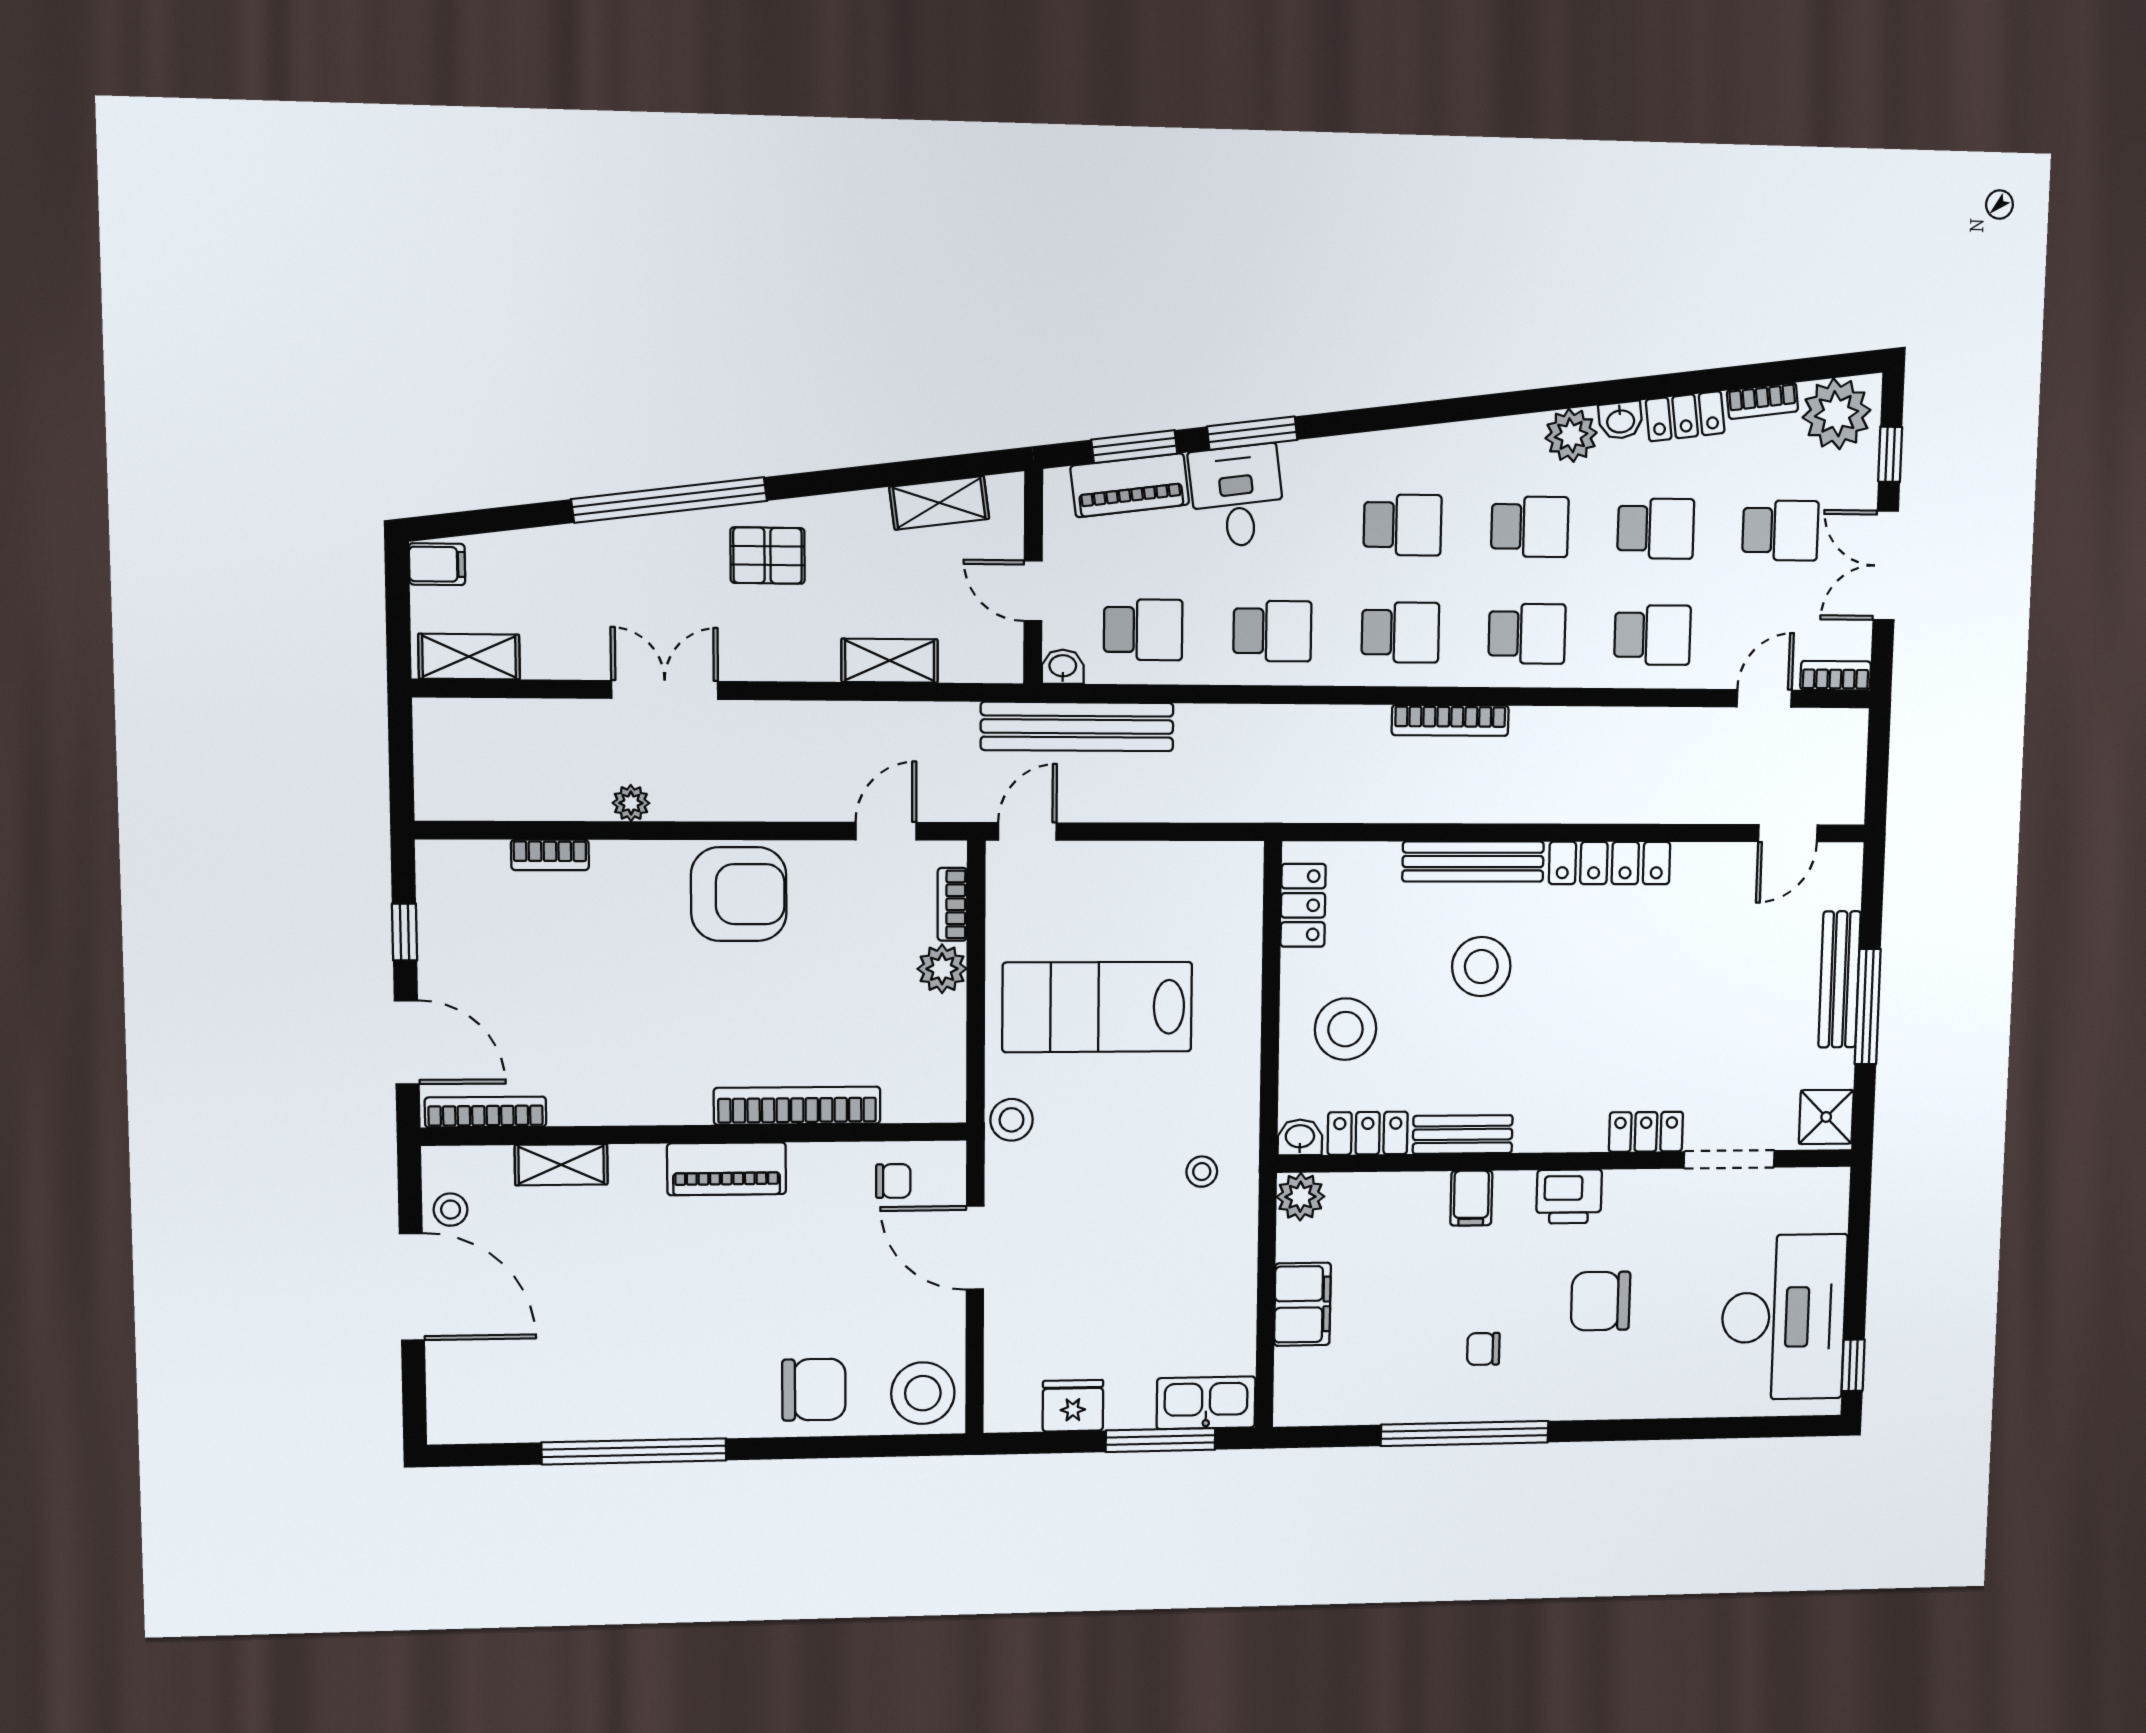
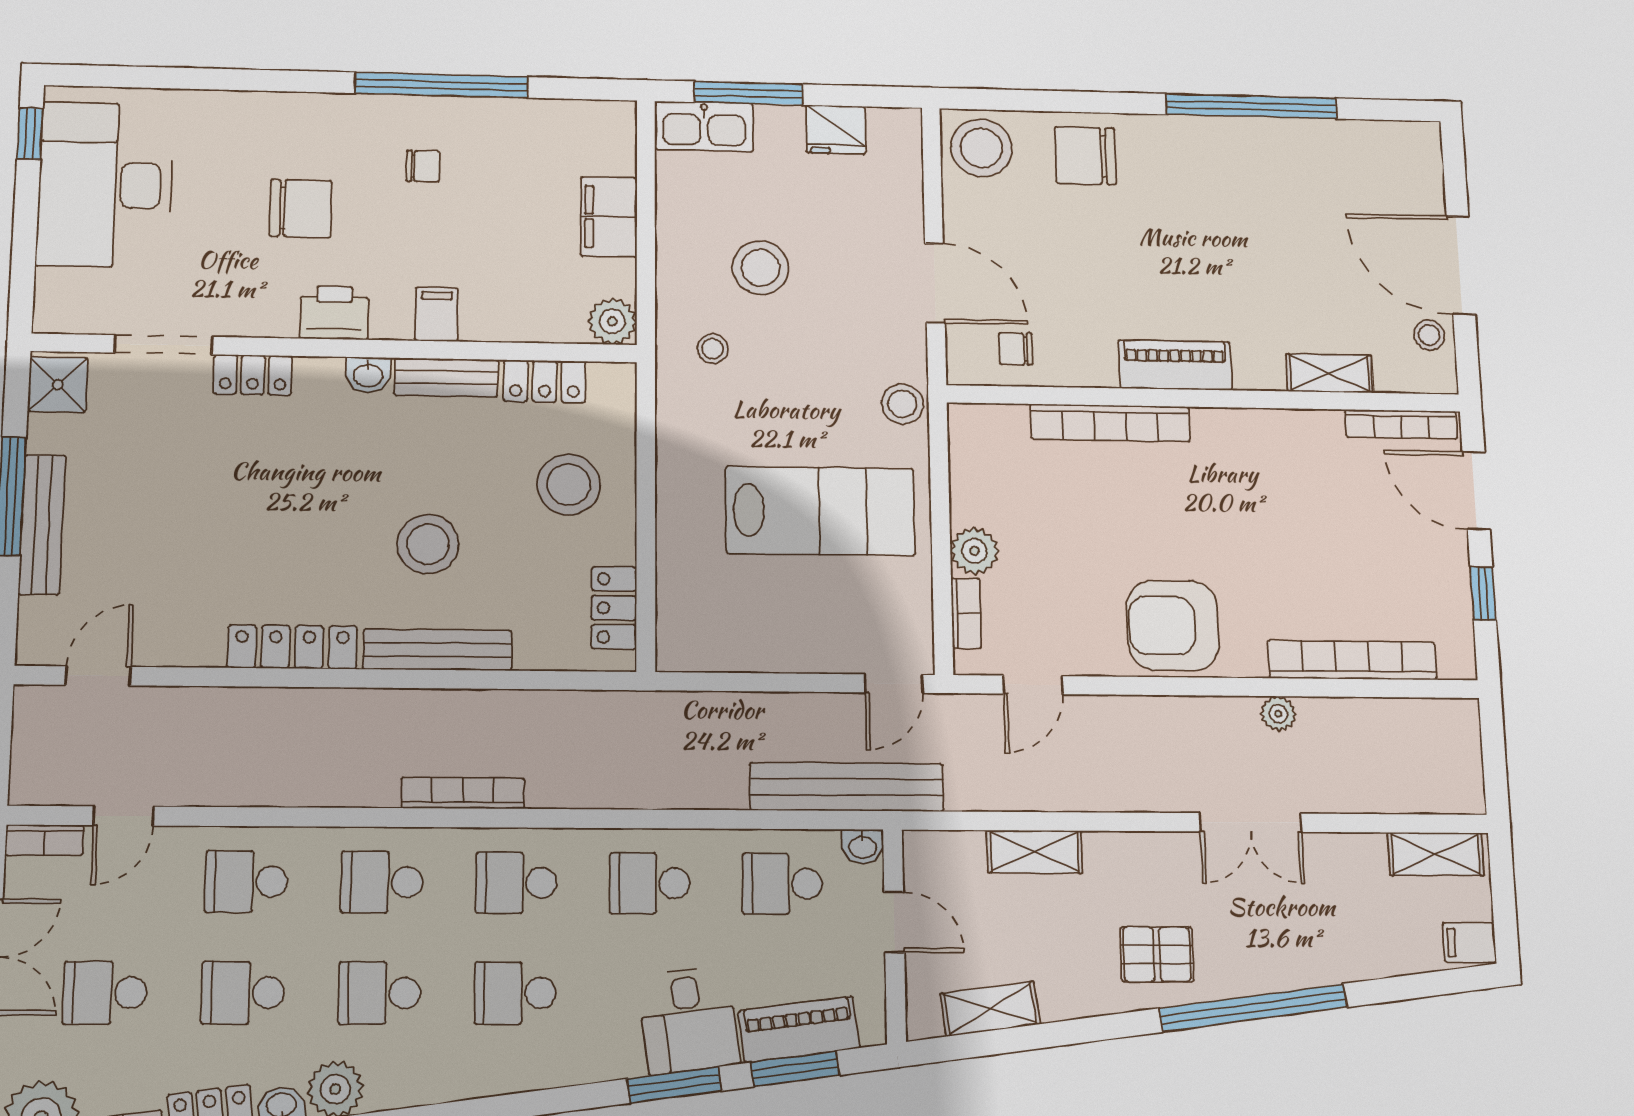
bookcase: (550, 855) -> (1352, 660), width x2.31, depth x1.31
washbasin: (1300, 1137) -> (368, 375), moved
stool: (1152, 1257) -> (760, 268), added

